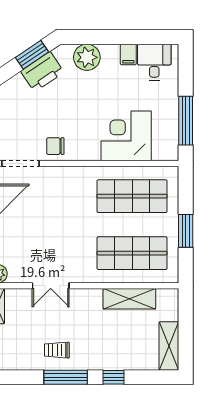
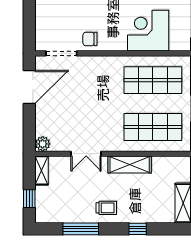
shelving: (129, 299) -> (130, 164), moved
trolley: (57, 350) -> (106, 208), moved, turned 180
window: (66, 377) -> (81, 229), moved

